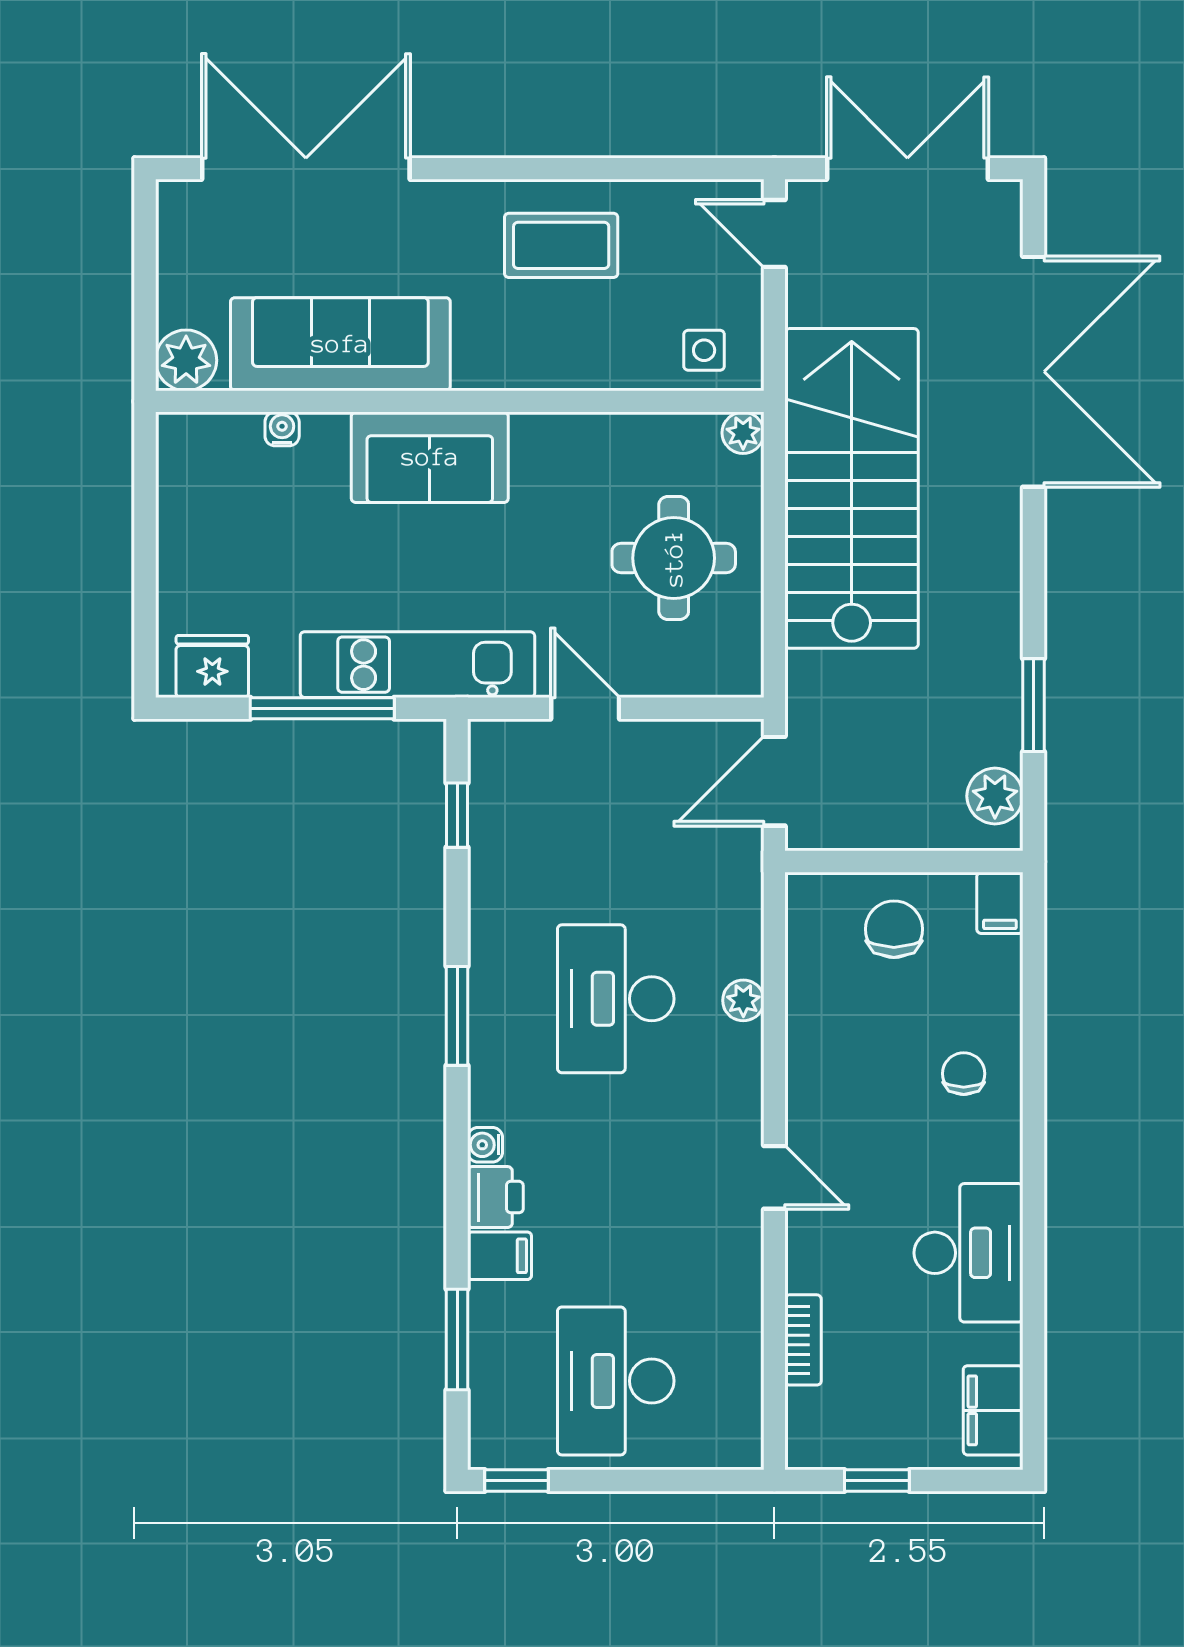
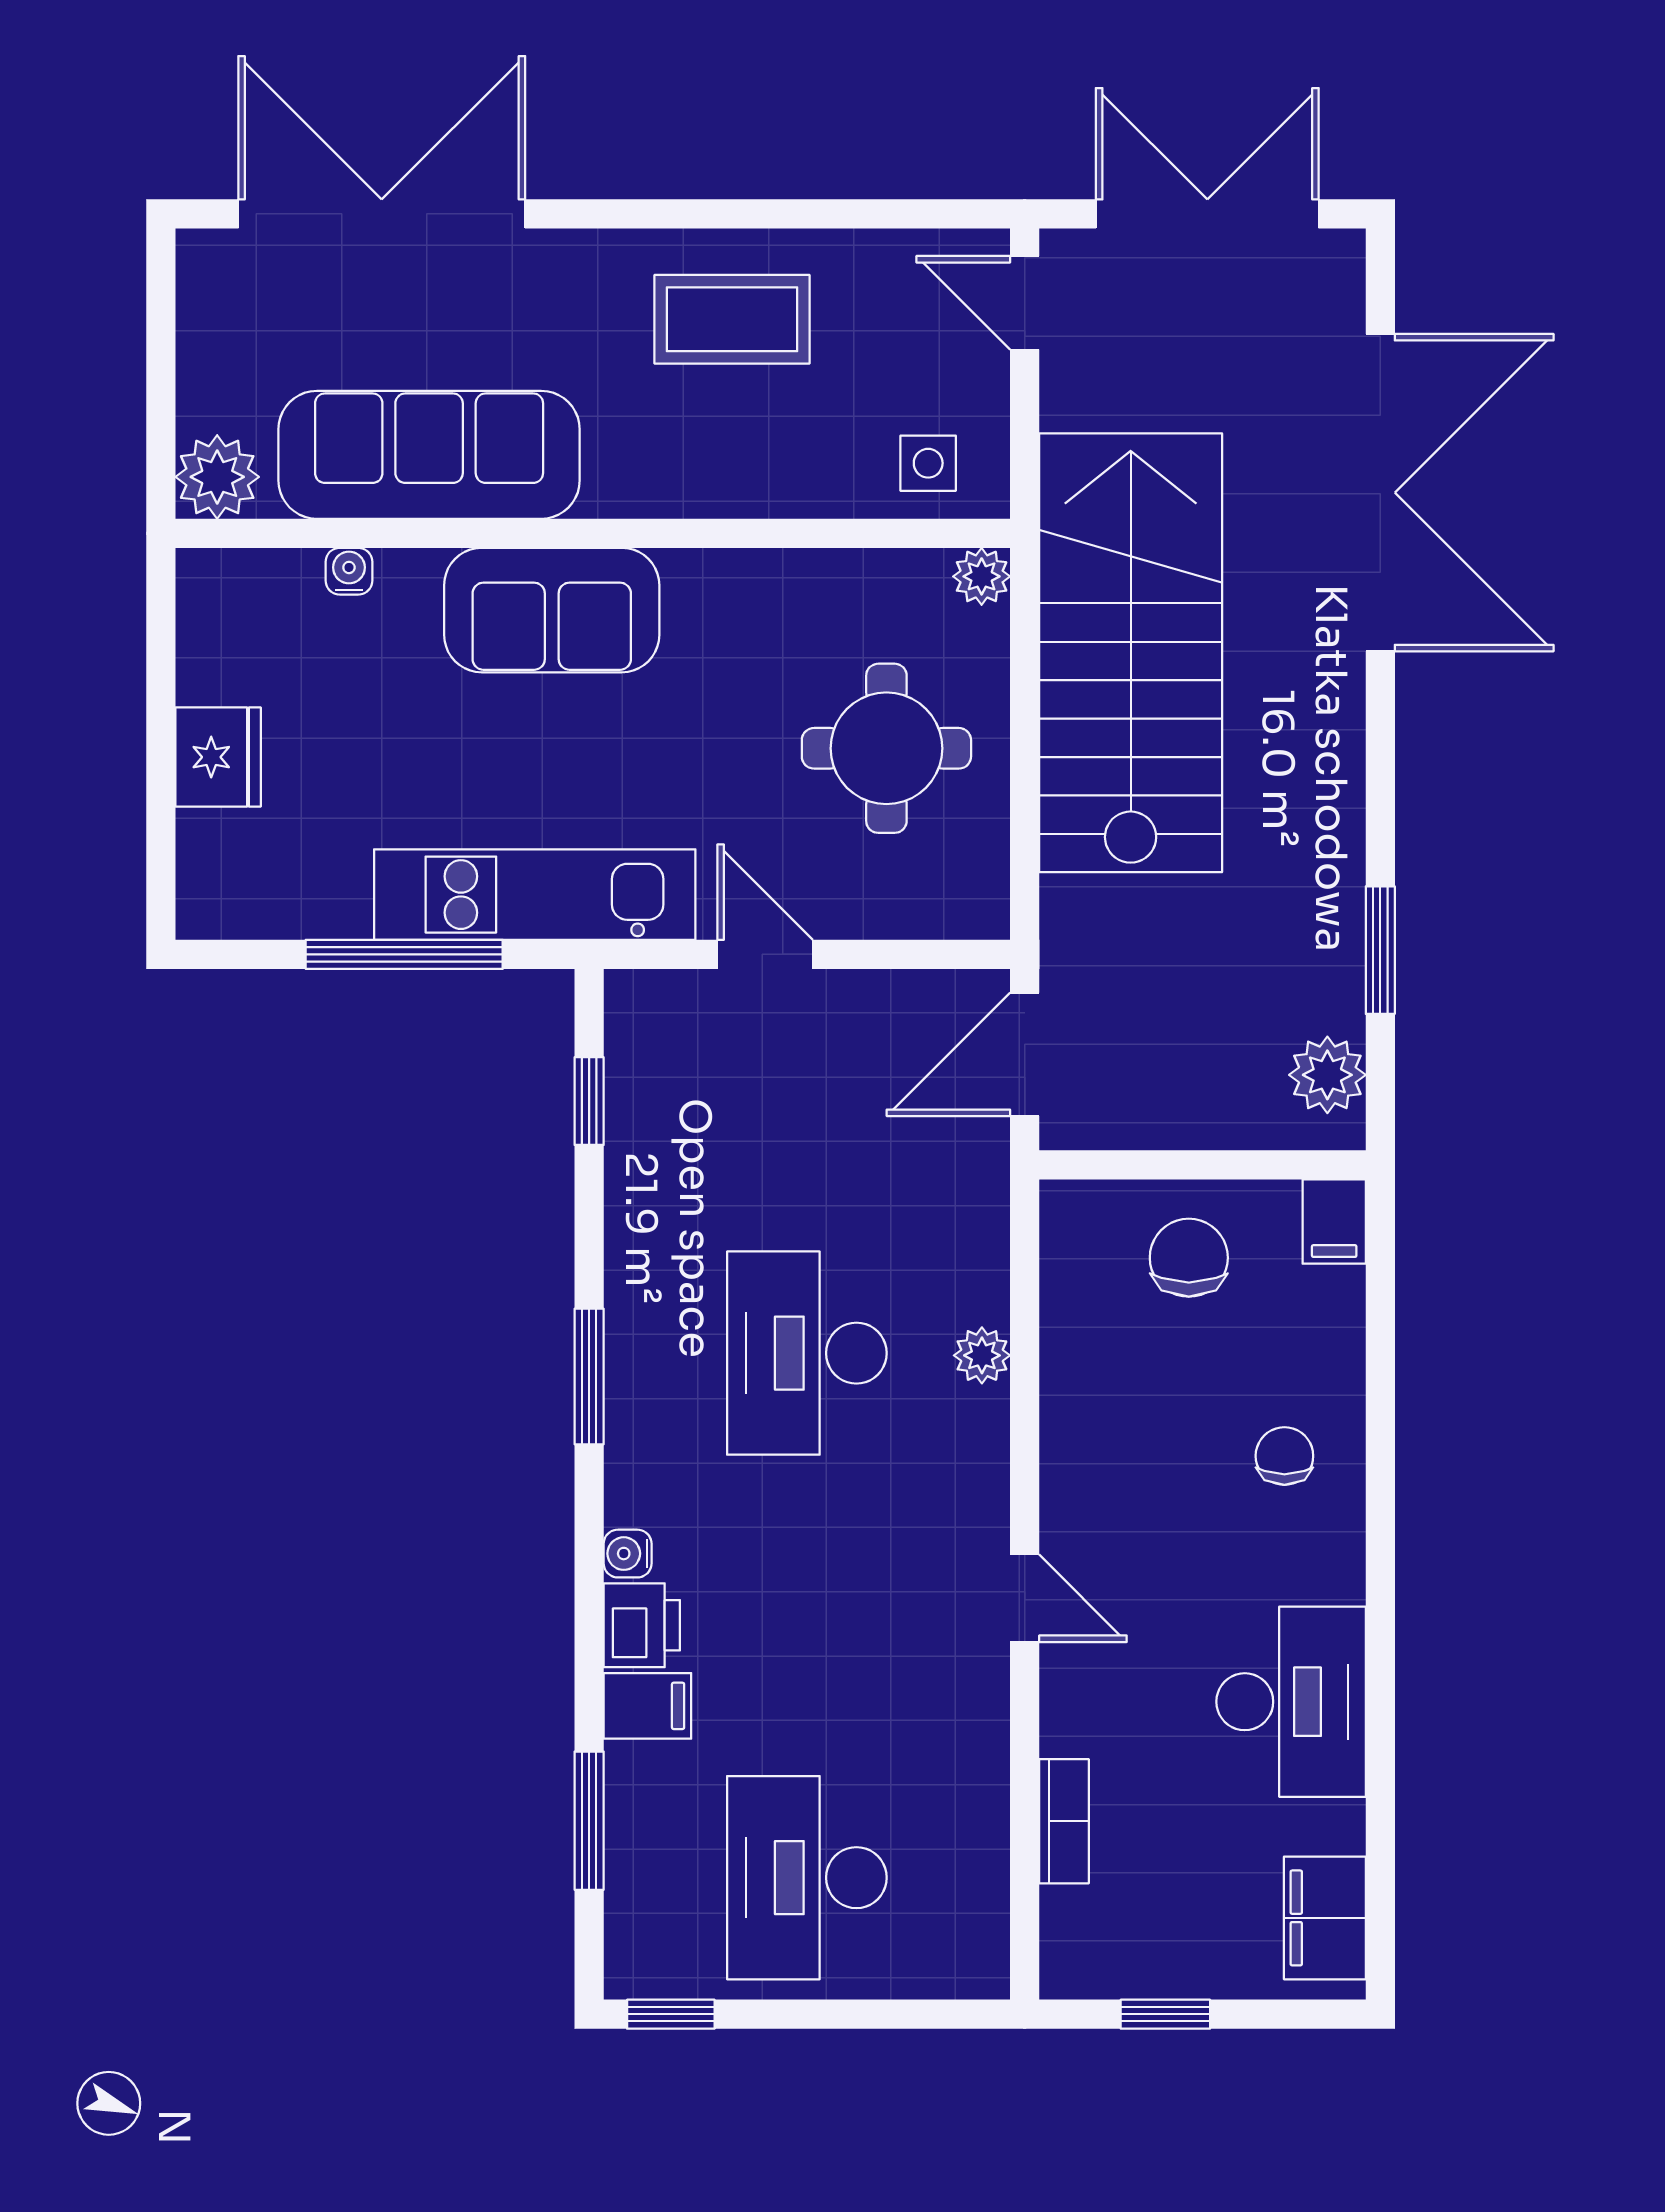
fridge: (212, 666) -> (218, 757), moved, turned 90

